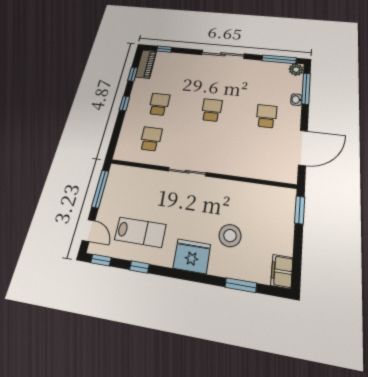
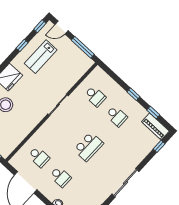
school desk: (212, 110) -> (89, 147), width x1.85
school desk: (263, 153) -> (39, 157), added

